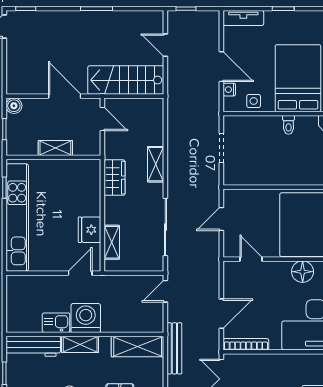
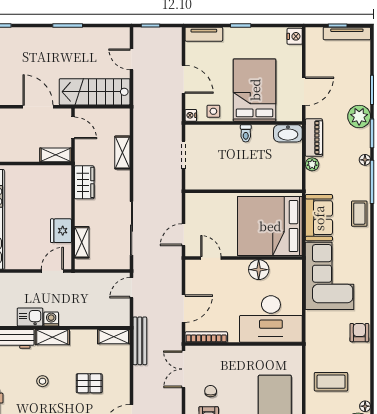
nightstand: (229, 90) -> (191, 115), moved
shelving: (55, 148) -> (56, 155), moved
shelving: (156, 164) -> (122, 153), moved
door: (221, 219) -> (184, 235), moved
washing machine: (86, 318) -> (51, 319), width x0.53, depth x0.53
shelving: (138, 347) -> (114, 337), width x0.67, depth x0.75

